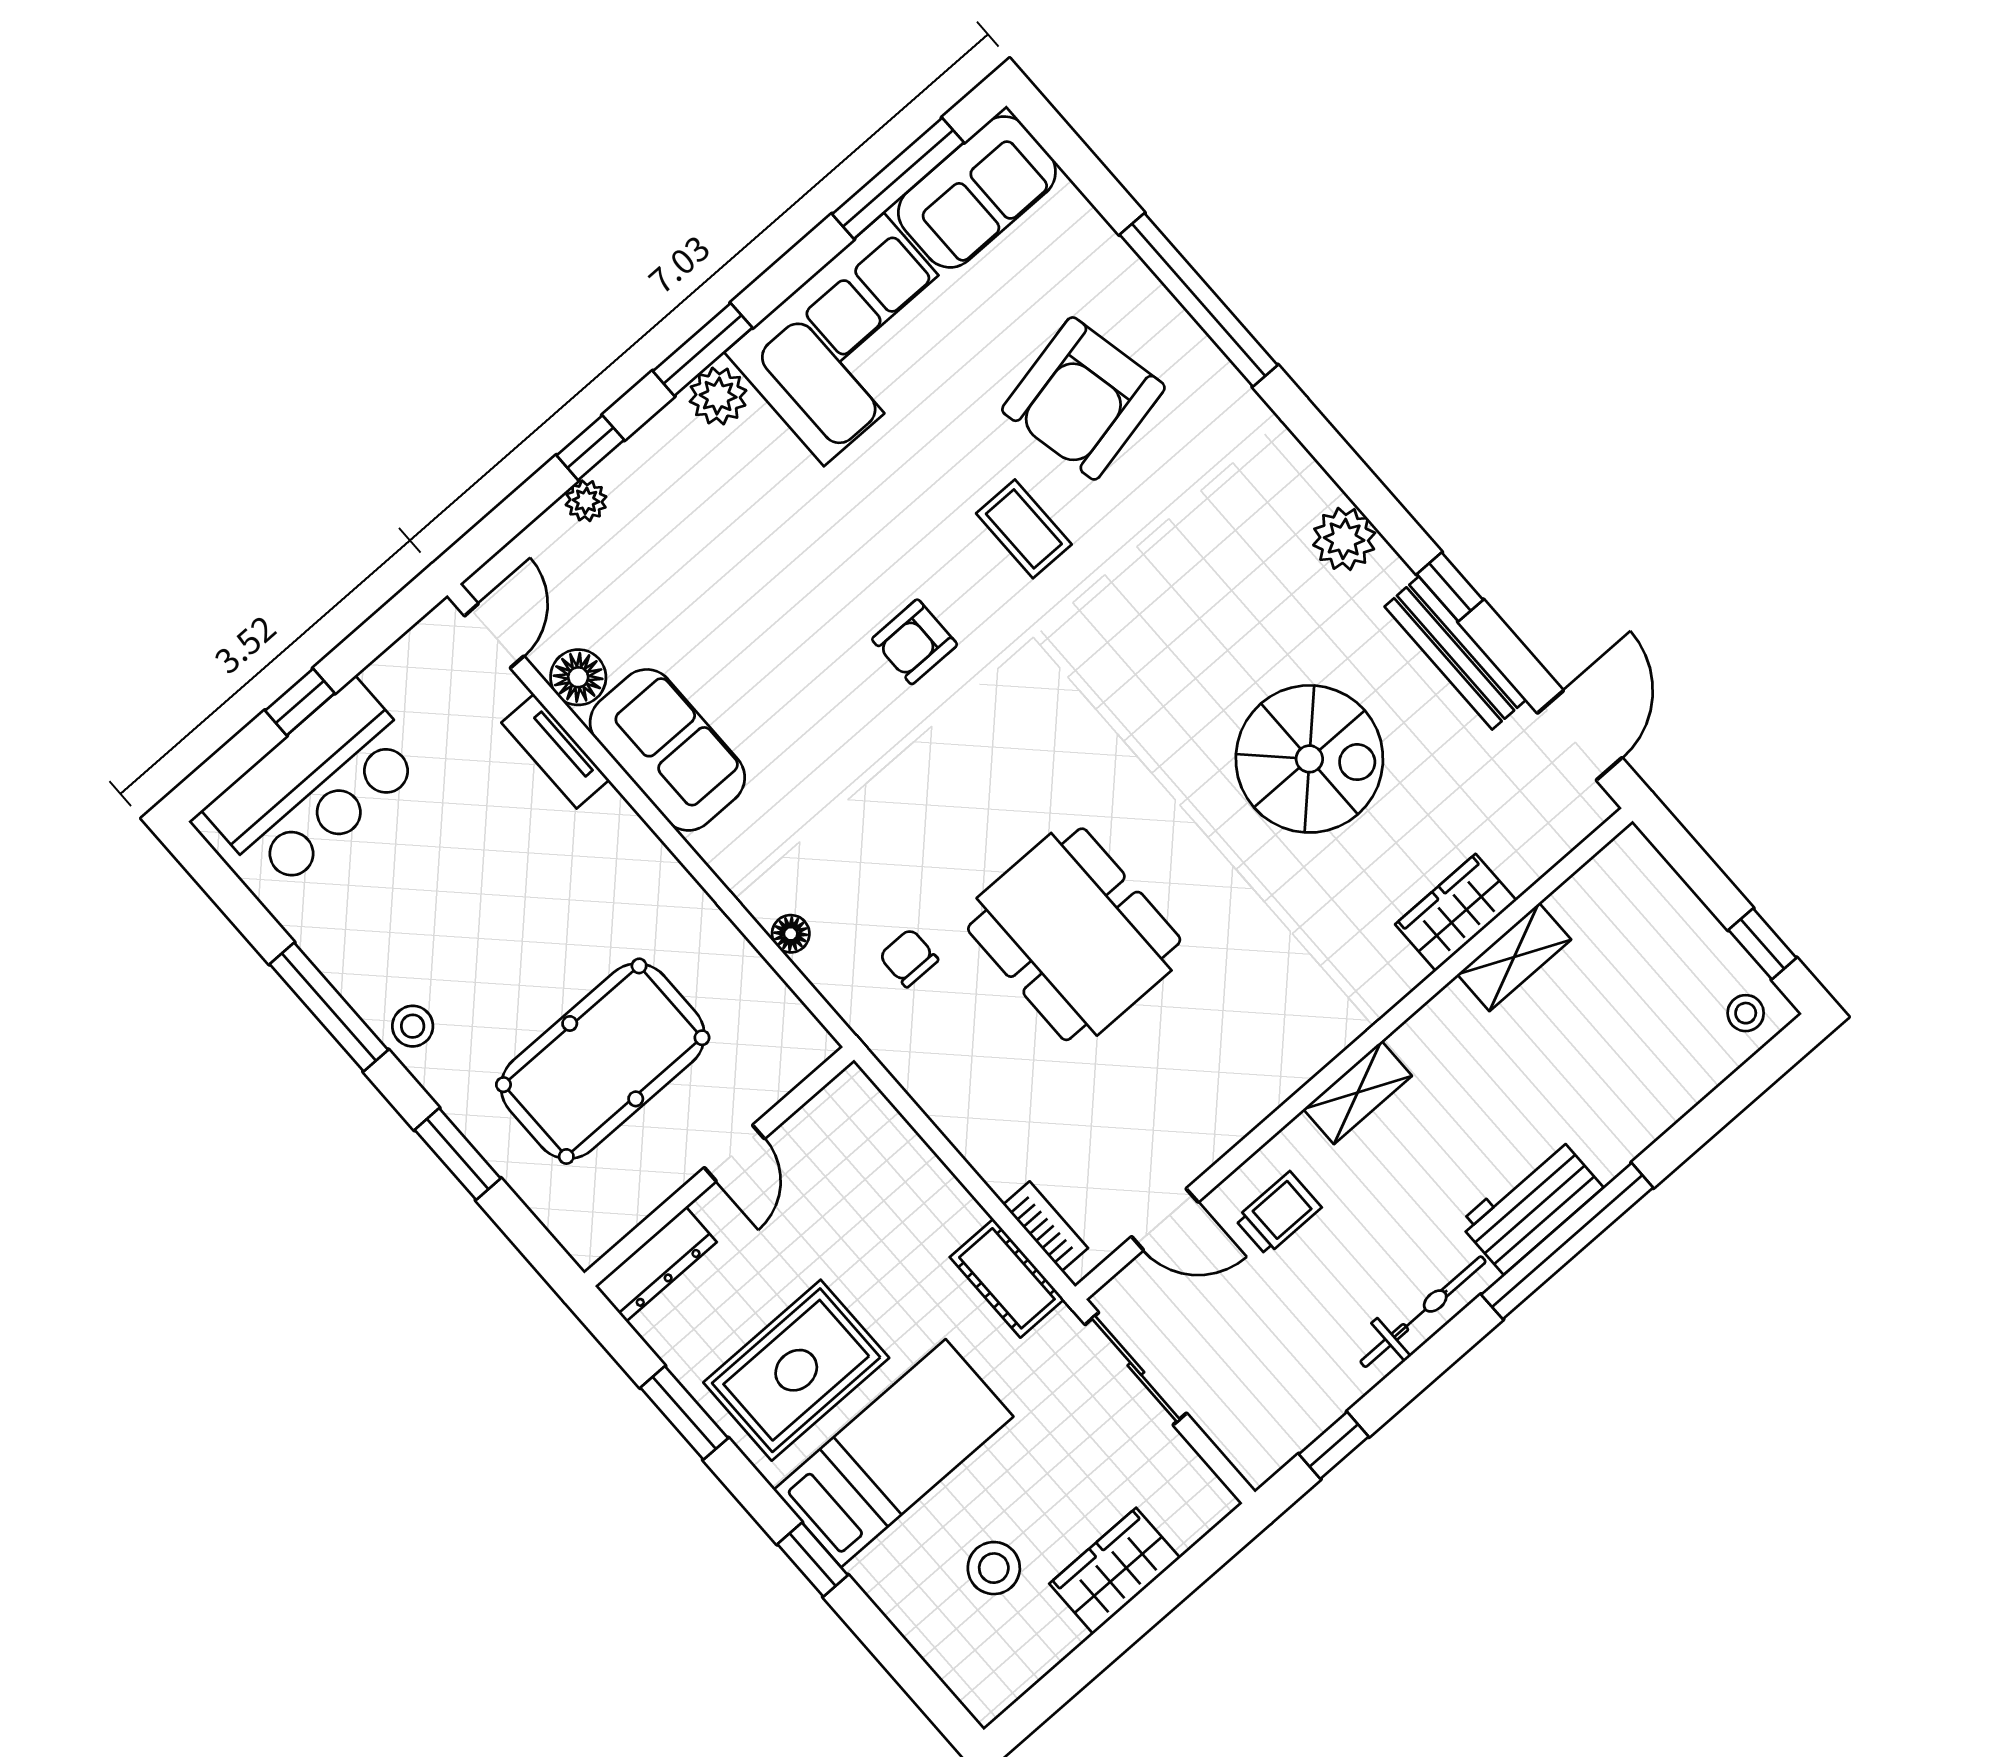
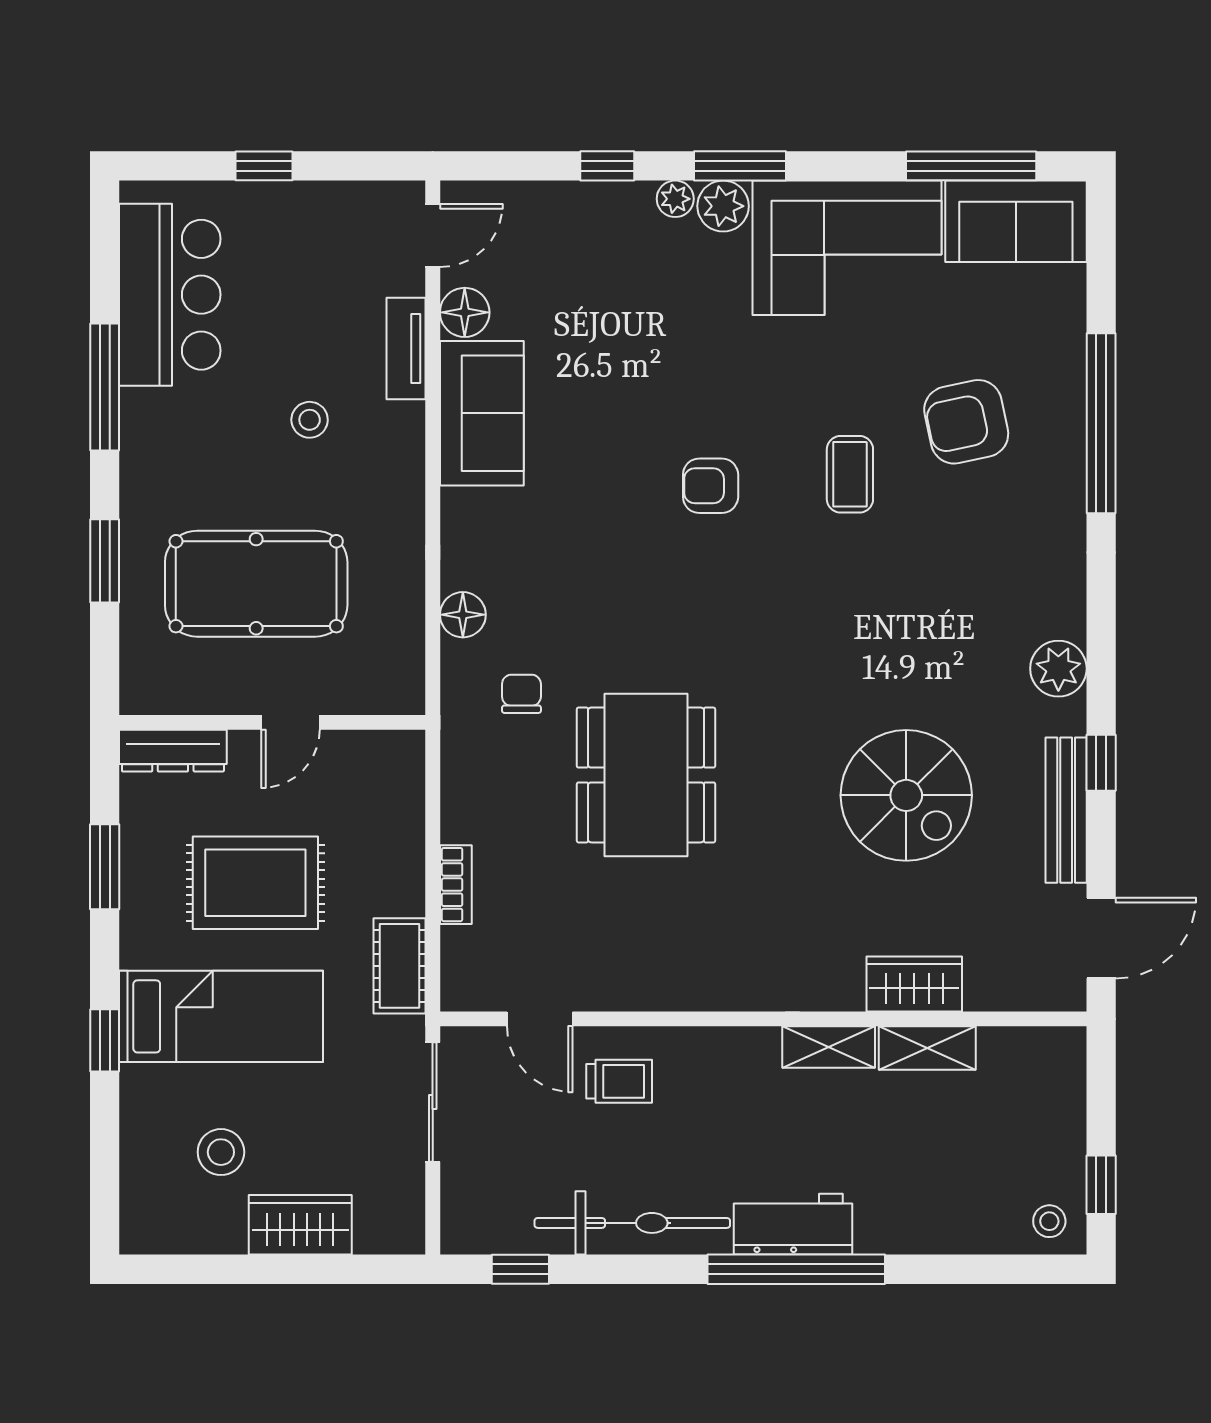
armchair: (1083, 398) -> (966, 422), width x0.73, depth x0.73
plant: (586, 501) -> (675, 199), moved
bar counter: (315, 786) -> (170, 295), moved, turned -90
floor lamp: (791, 934) -> (463, 615), width x1.37, depth x1.37
stool: (413, 1026) -> (310, 420), moved
shelving: (1358, 1093) -> (829, 1047), moved
bookcase: (1046, 1226) -> (456, 885), moved
bicycle: (1423, 1312) -> (632, 1223), width x1.37, depth x1.40
rug: (796, 1370) -> (255, 883), moved

